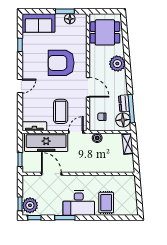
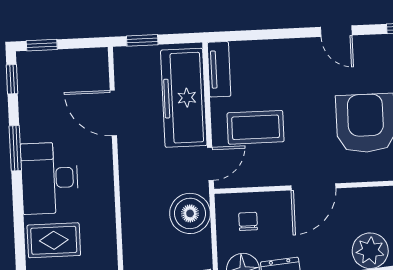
door: (20, 86) -> (336, 31), moved
door: (76, 132) -> (210, 164), hinge flipped
boiler: (97, 138) -> (190, 213), width x1.86, depth x1.86
door: (51, 174) -> (113, 113), swing flipped
plant: (30, 205) -> (39, 68), removed

